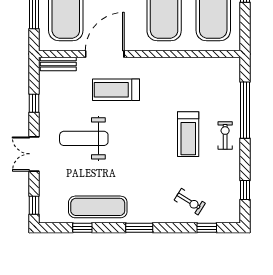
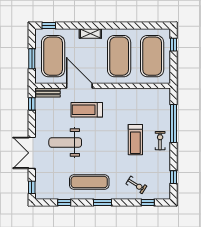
door: (105, 54) -> (79, 86), hinge flipped
window: (34, 103) -> (32, 104), moved
double door: (34, 154) -> (32, 153), width x1.37
exercise mat: (98, 207) -> (89, 182), moved

